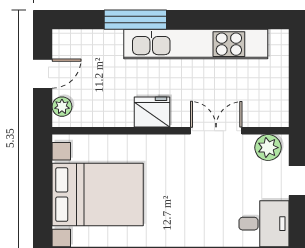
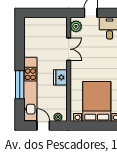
kitchen unit: (196, 44) -> (30, 89), moved
double door: (216, 131) -> (69, 49), swing flipped

